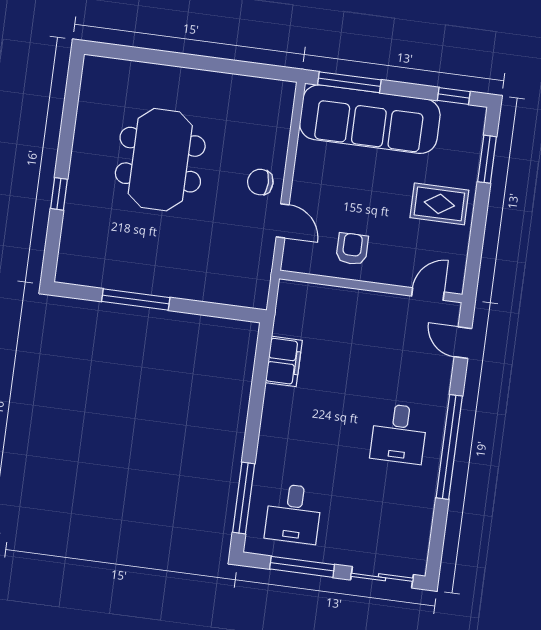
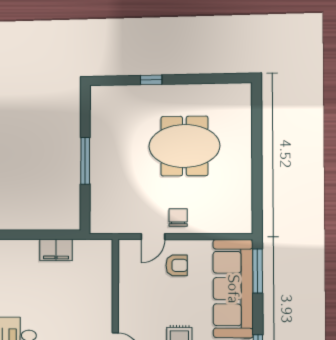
armchair: (352, 249) -> (177, 265), moved
window: (136, 299) -> (85, 161), moved

